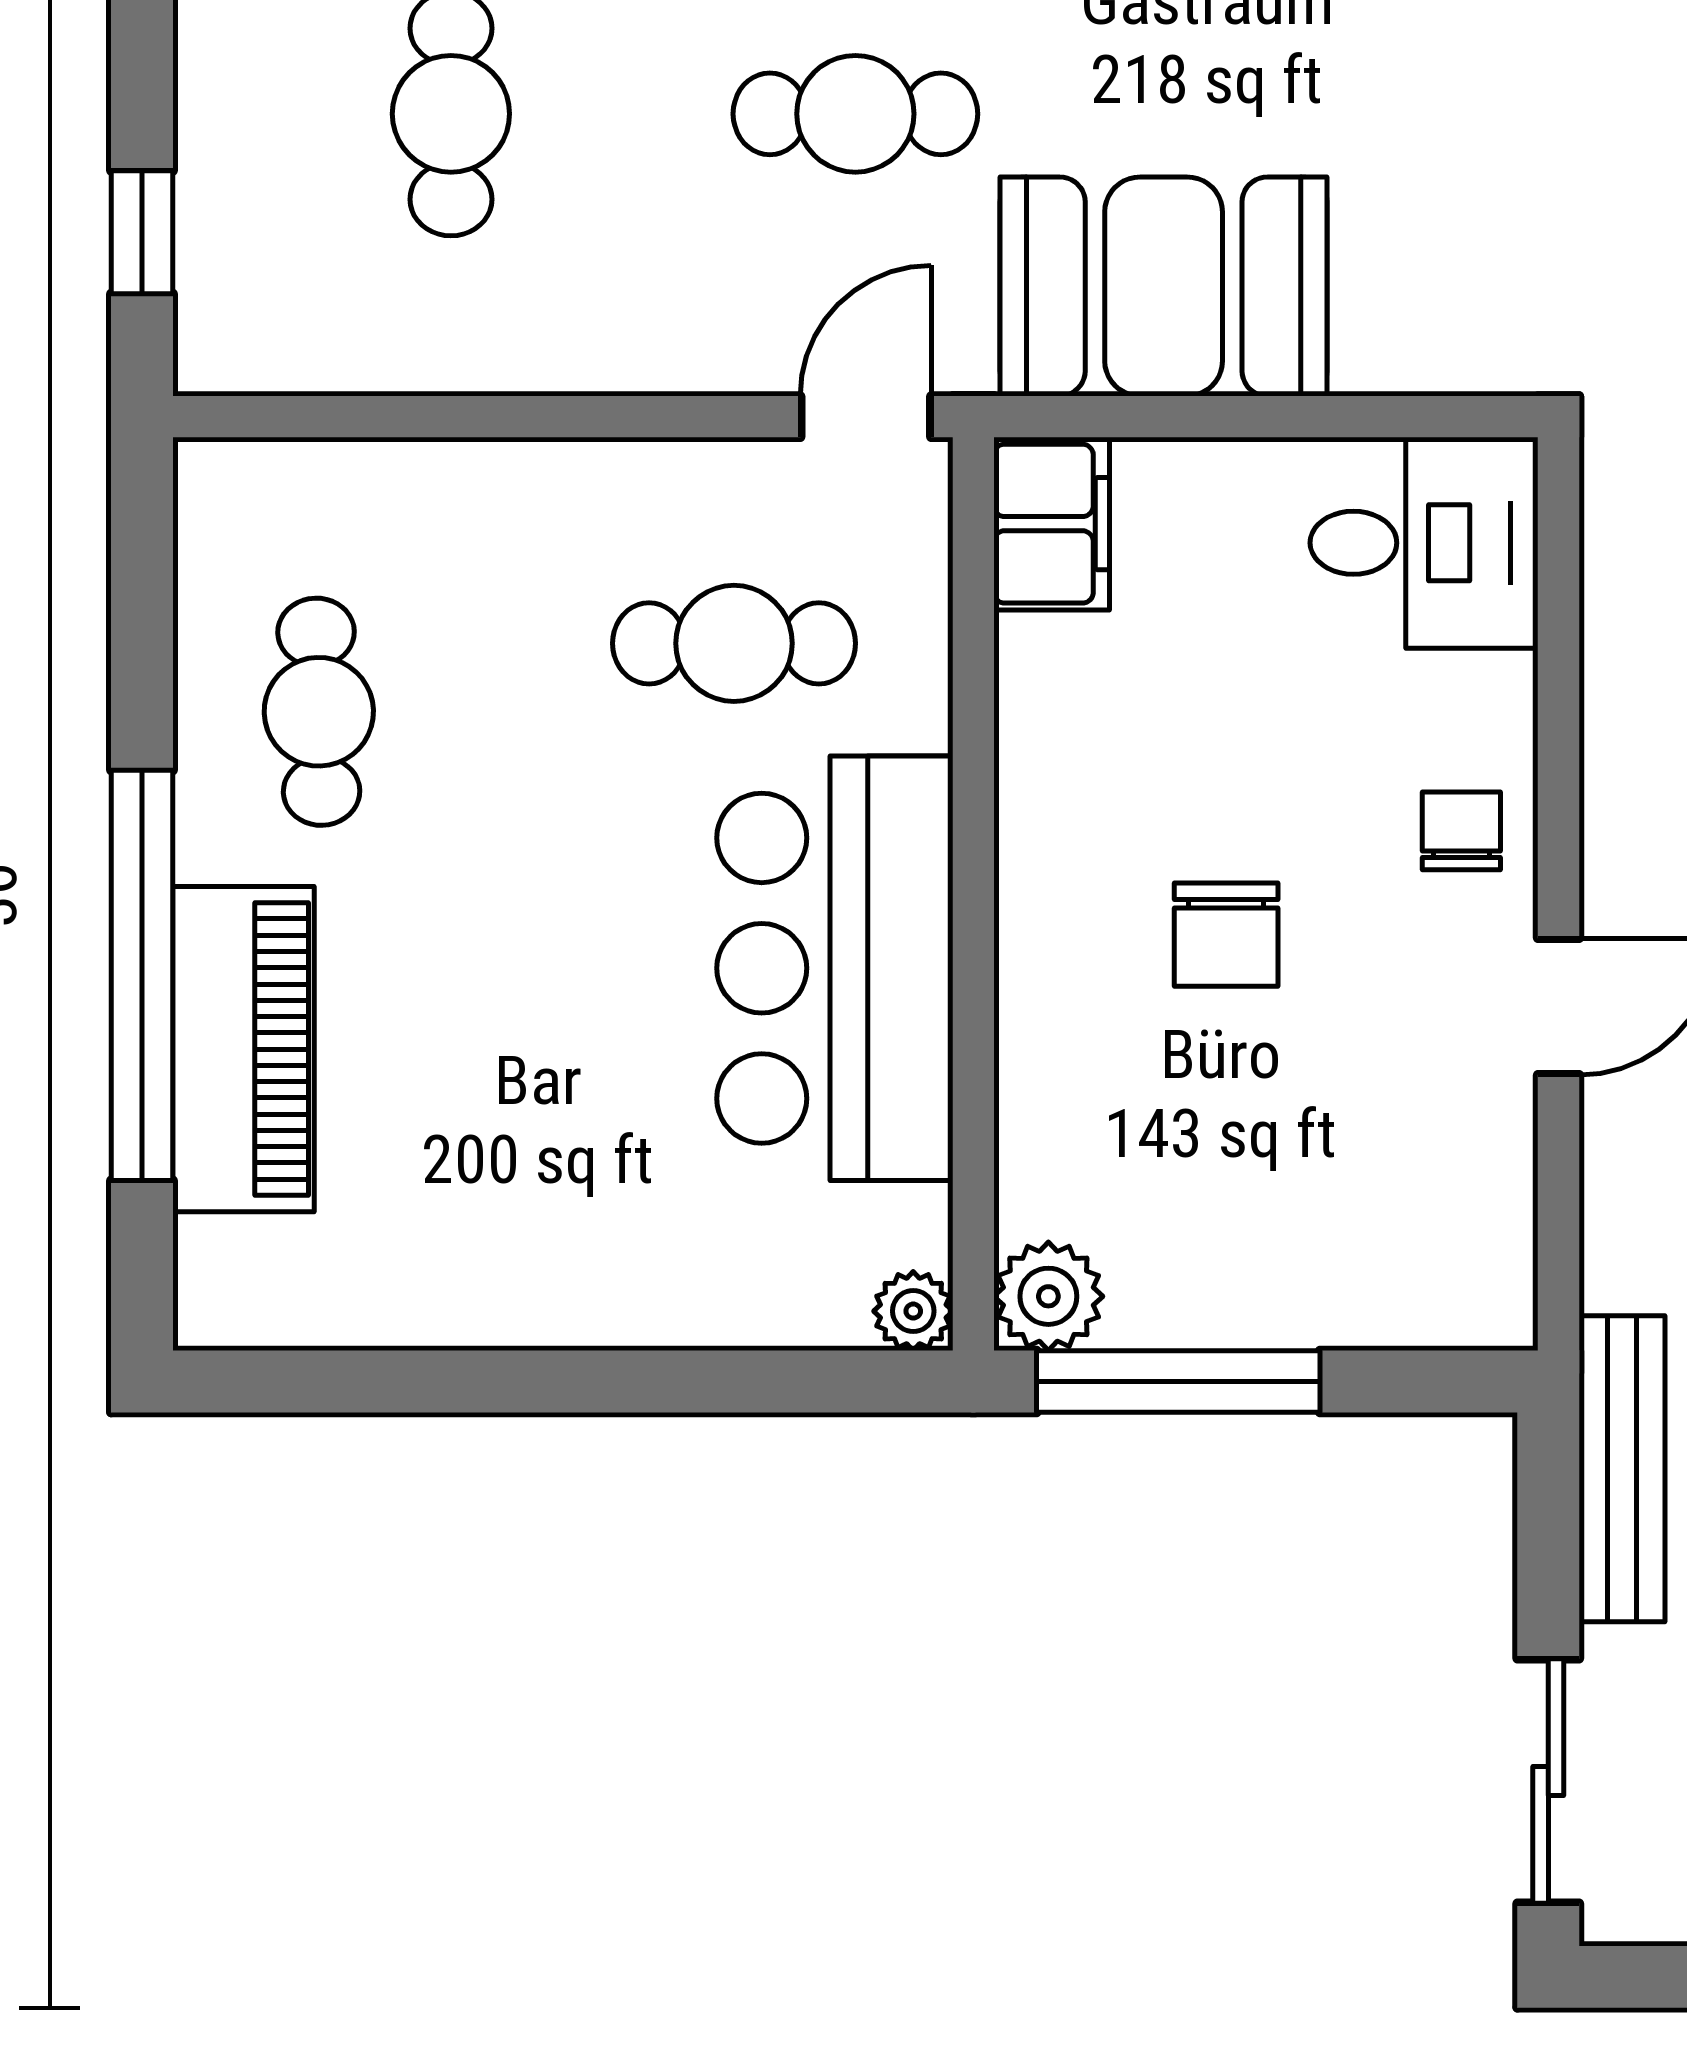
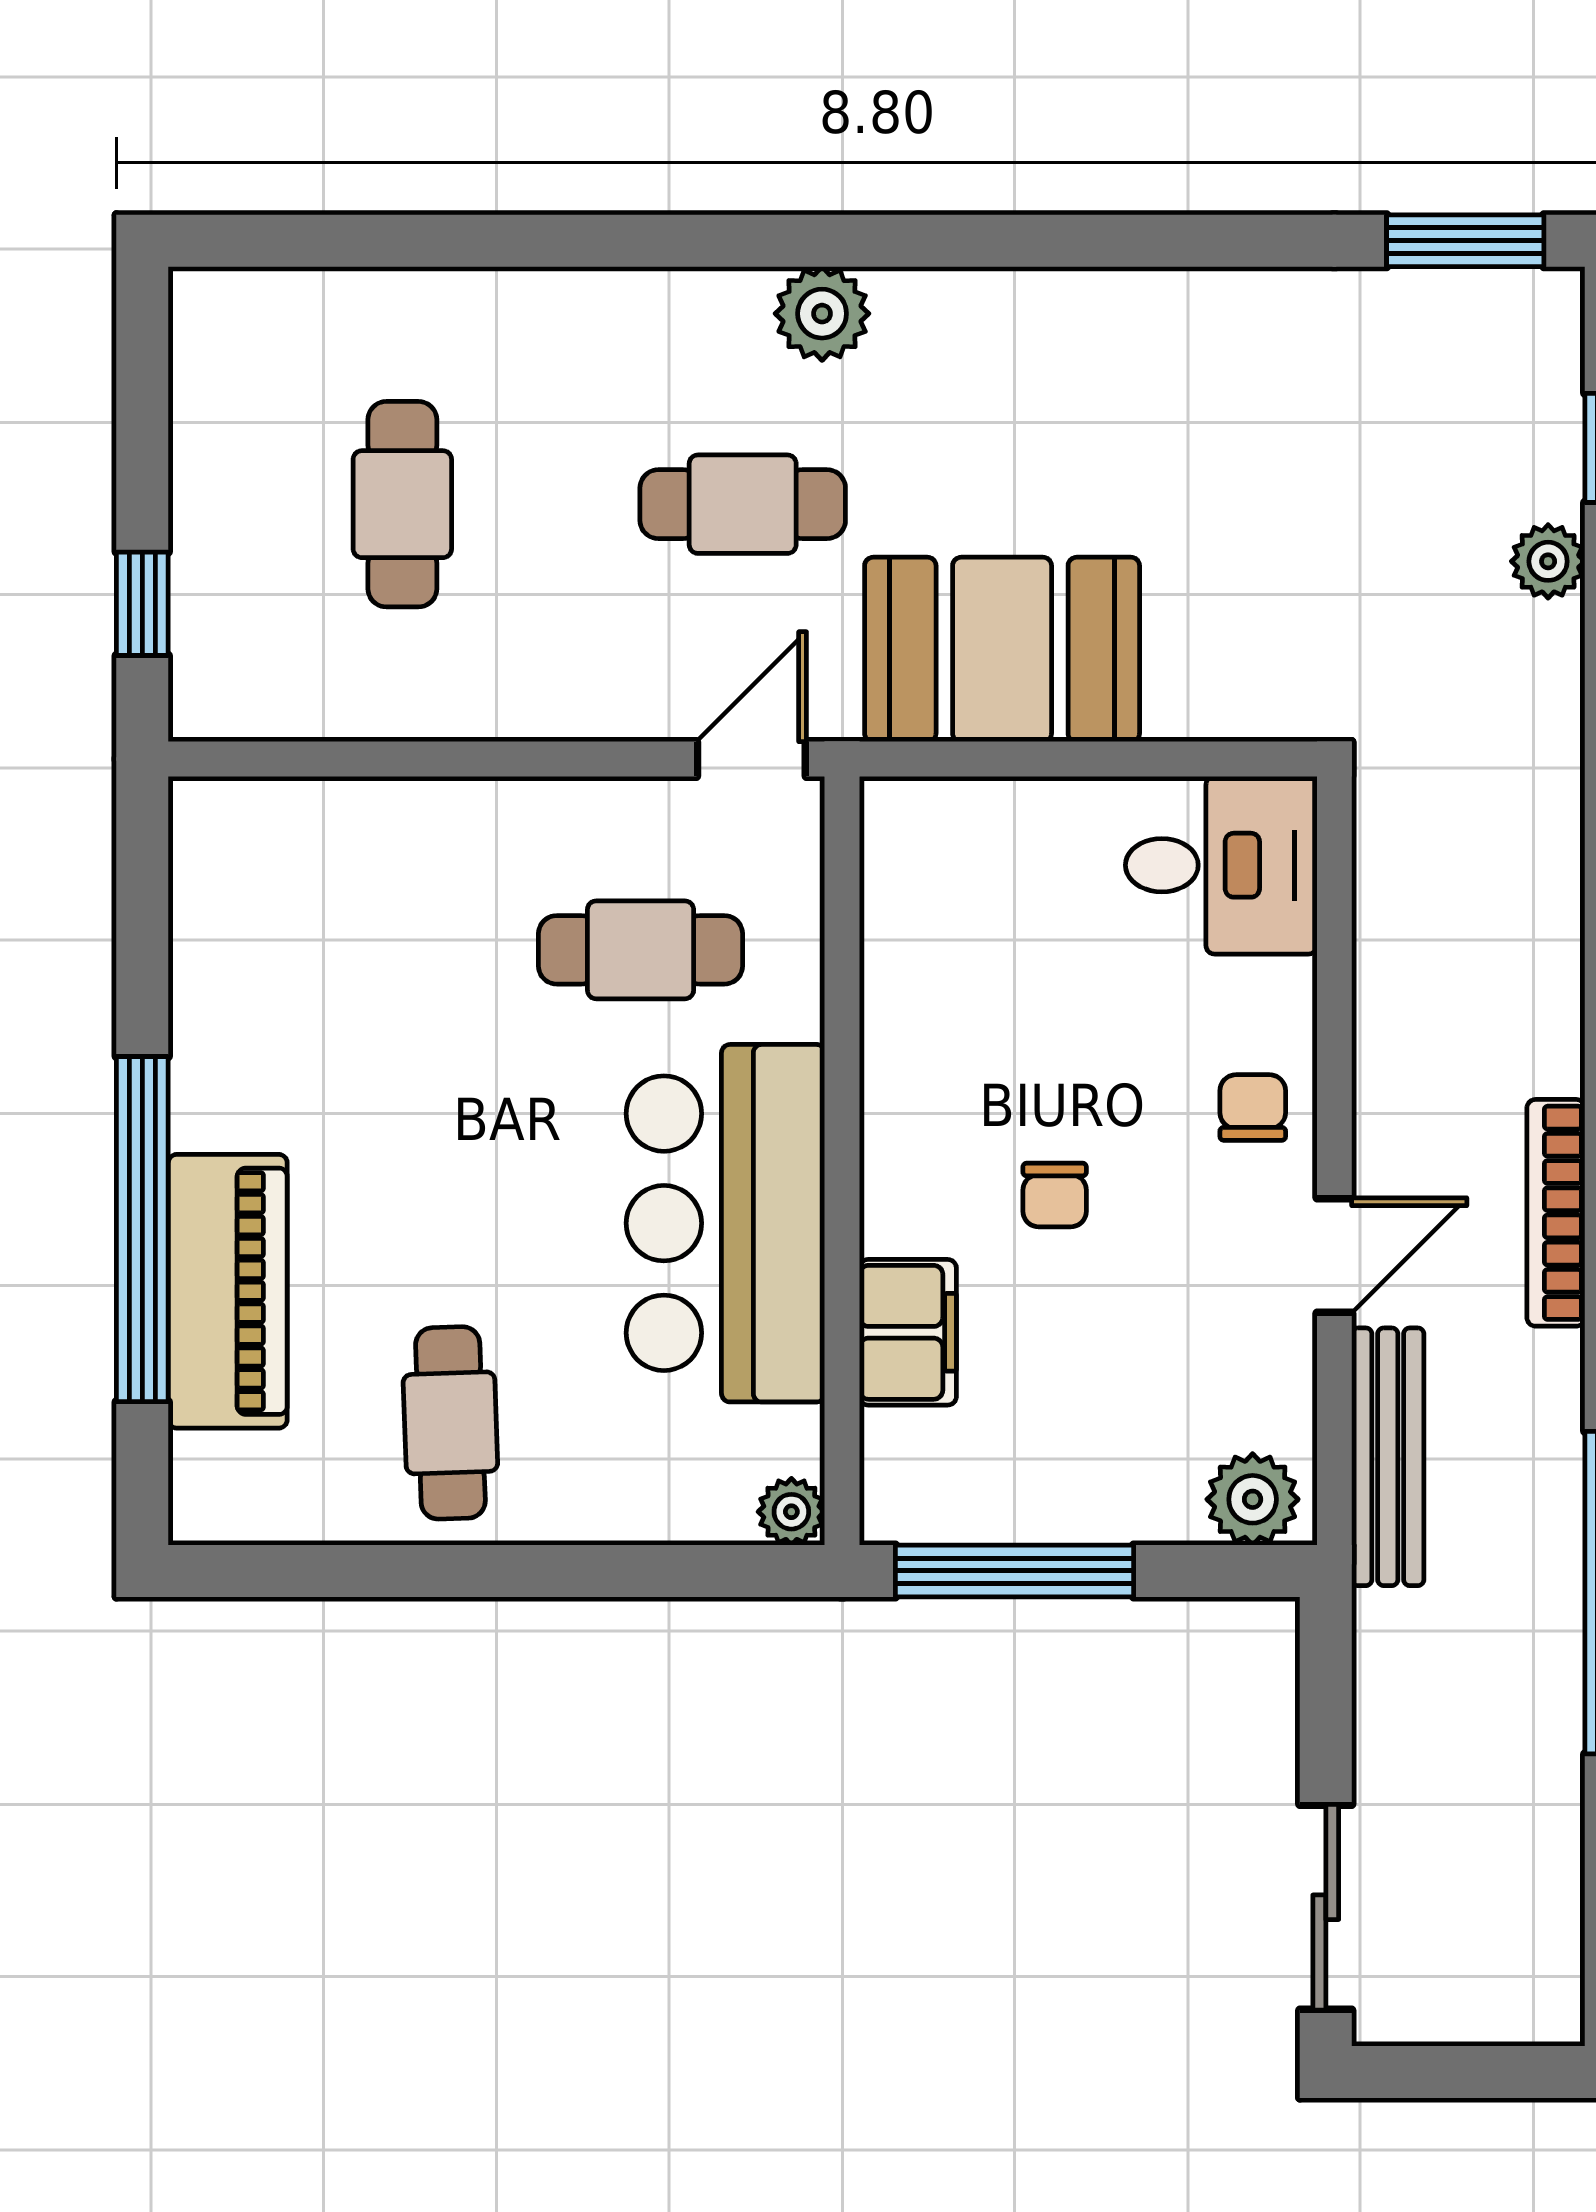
filing cabinet: (1052, 524) -> (908, 1332), moved
cafe table: (319, 712) -> (450, 1423), moved
chair: (1226, 935) -> (1055, 1195), width x0.73, depth x0.73
plant: (1048, 1296) -> (1253, 1499), moved
bench: (1622, 1469) -> (1388, 1457), moved

